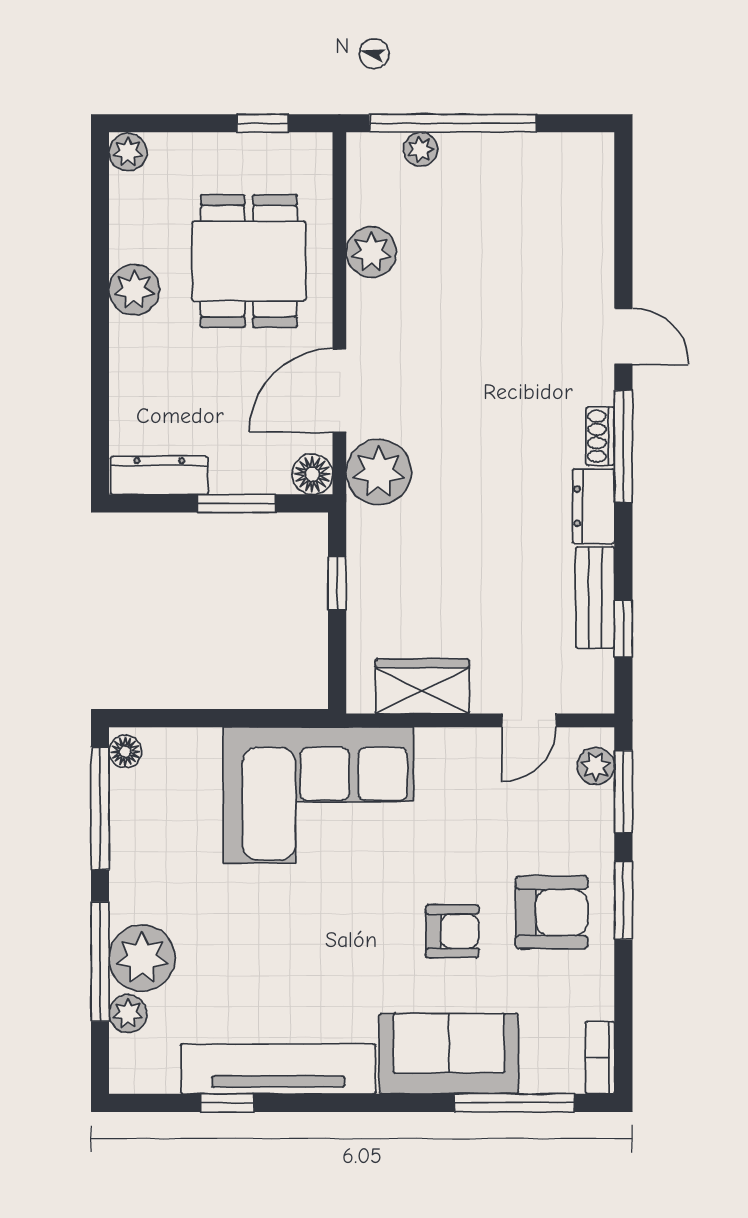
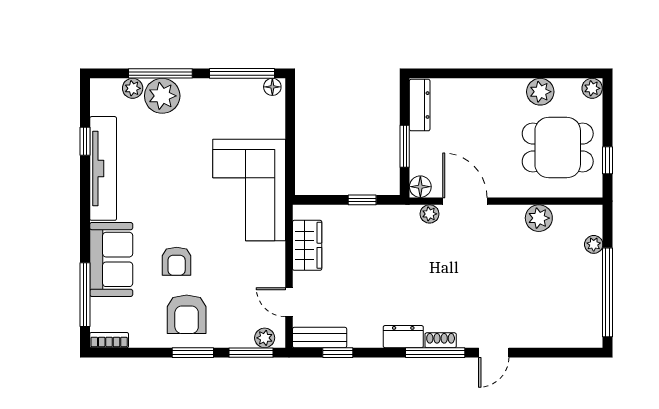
window: (453, 123) -> (608, 292), moved
dining table: (249, 261) -> (558, 148), moved
plant: (134, 290) -> (540, 92), moved
plant: (379, 472) -> (430, 214), width x0.53, depth x0.53
bench: (595, 598) -> (320, 338), moved

